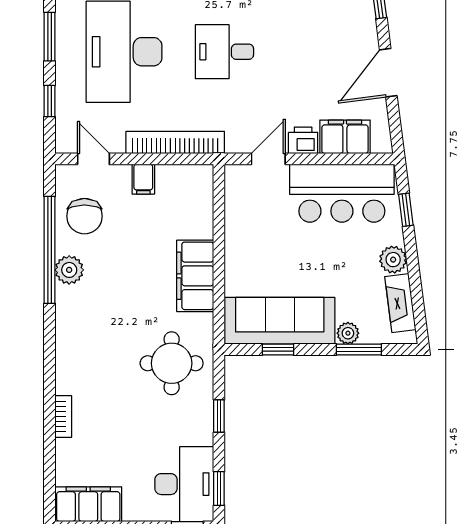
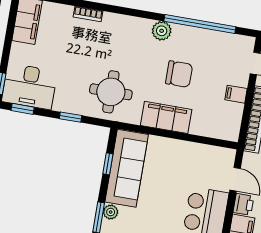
chair: (84, 216) -> (179, 74), moved, turned 180
plant: (69, 270) -> (162, 31), moved

